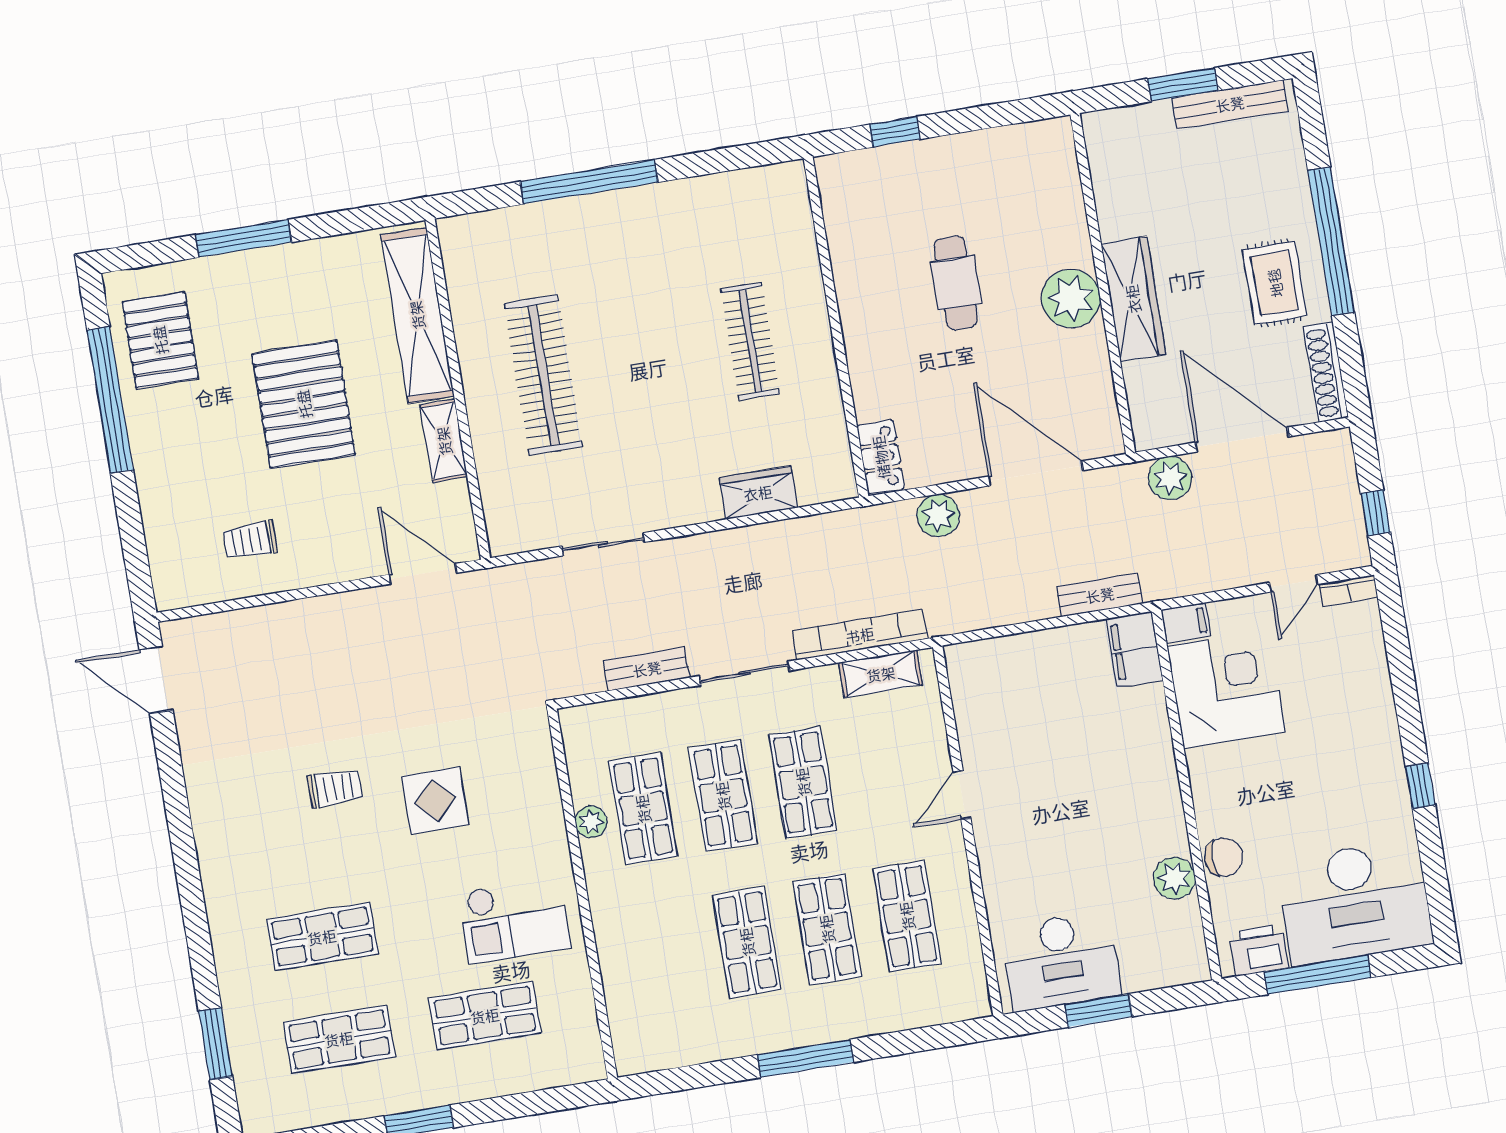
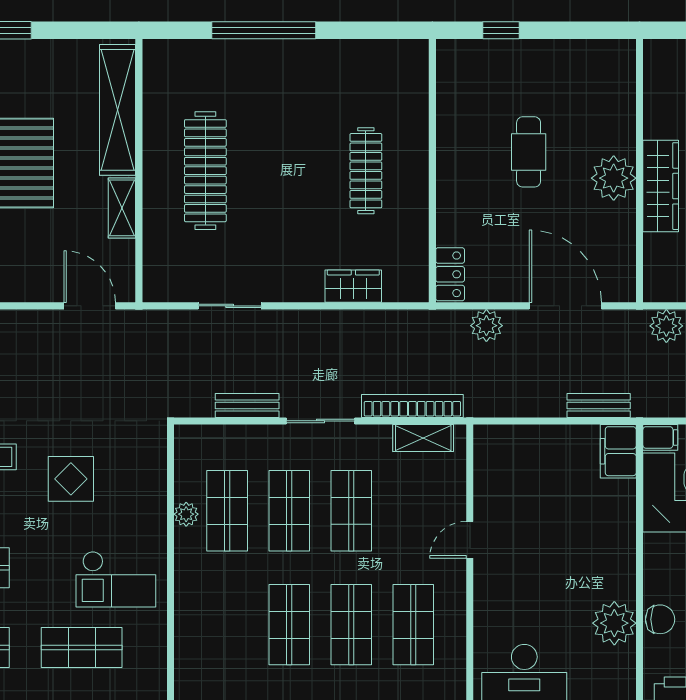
plant: (1174, 878) -> (614, 623), width x1.36, depth x1.36

